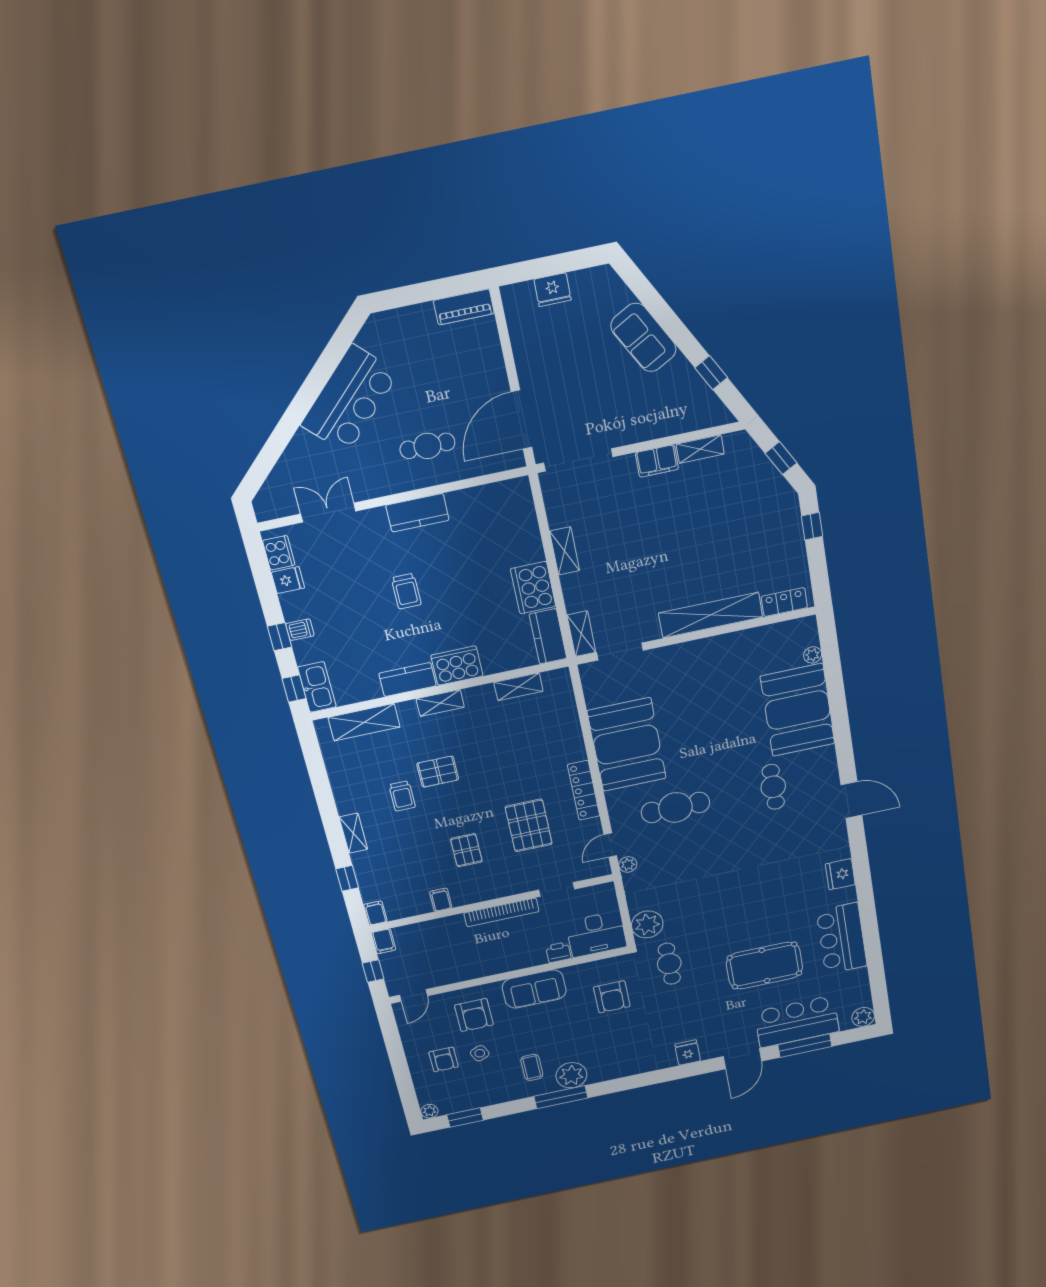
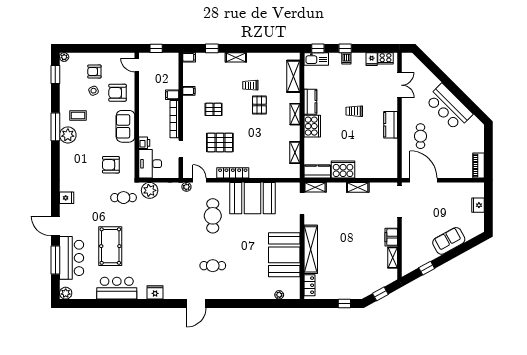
booth: (798, 710) -> (284, 255), moved, turned 90
filing cabinet: (384, 941) -> (172, 95), moved

